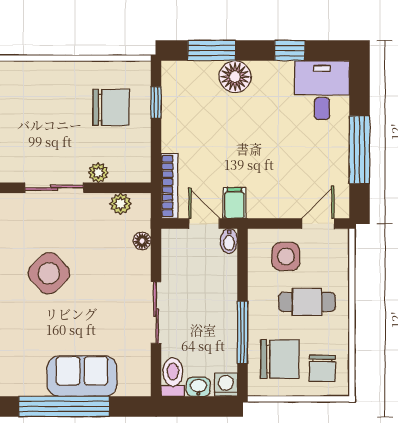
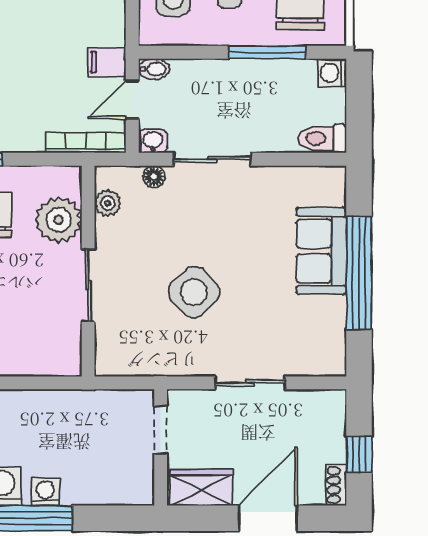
plant: (98, 173) -> (59, 220), width x1.88, depth x1.88
sliding door: (156, 313) -> (212, 159), moved
washbasin: (198, 387) -> (153, 141), moved, turned 90

